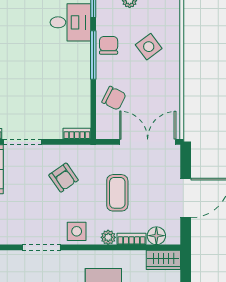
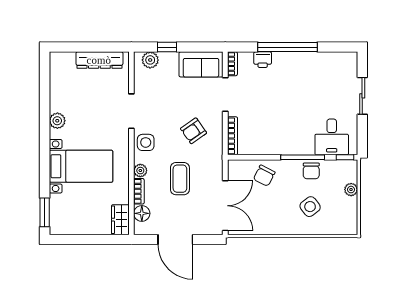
chair: (109, 45) -> (311, 171), turned 90
bookcase: (77, 134) -> (233, 136), width x1.56
coffee table: (117, 193) -> (180, 179), turned 90

